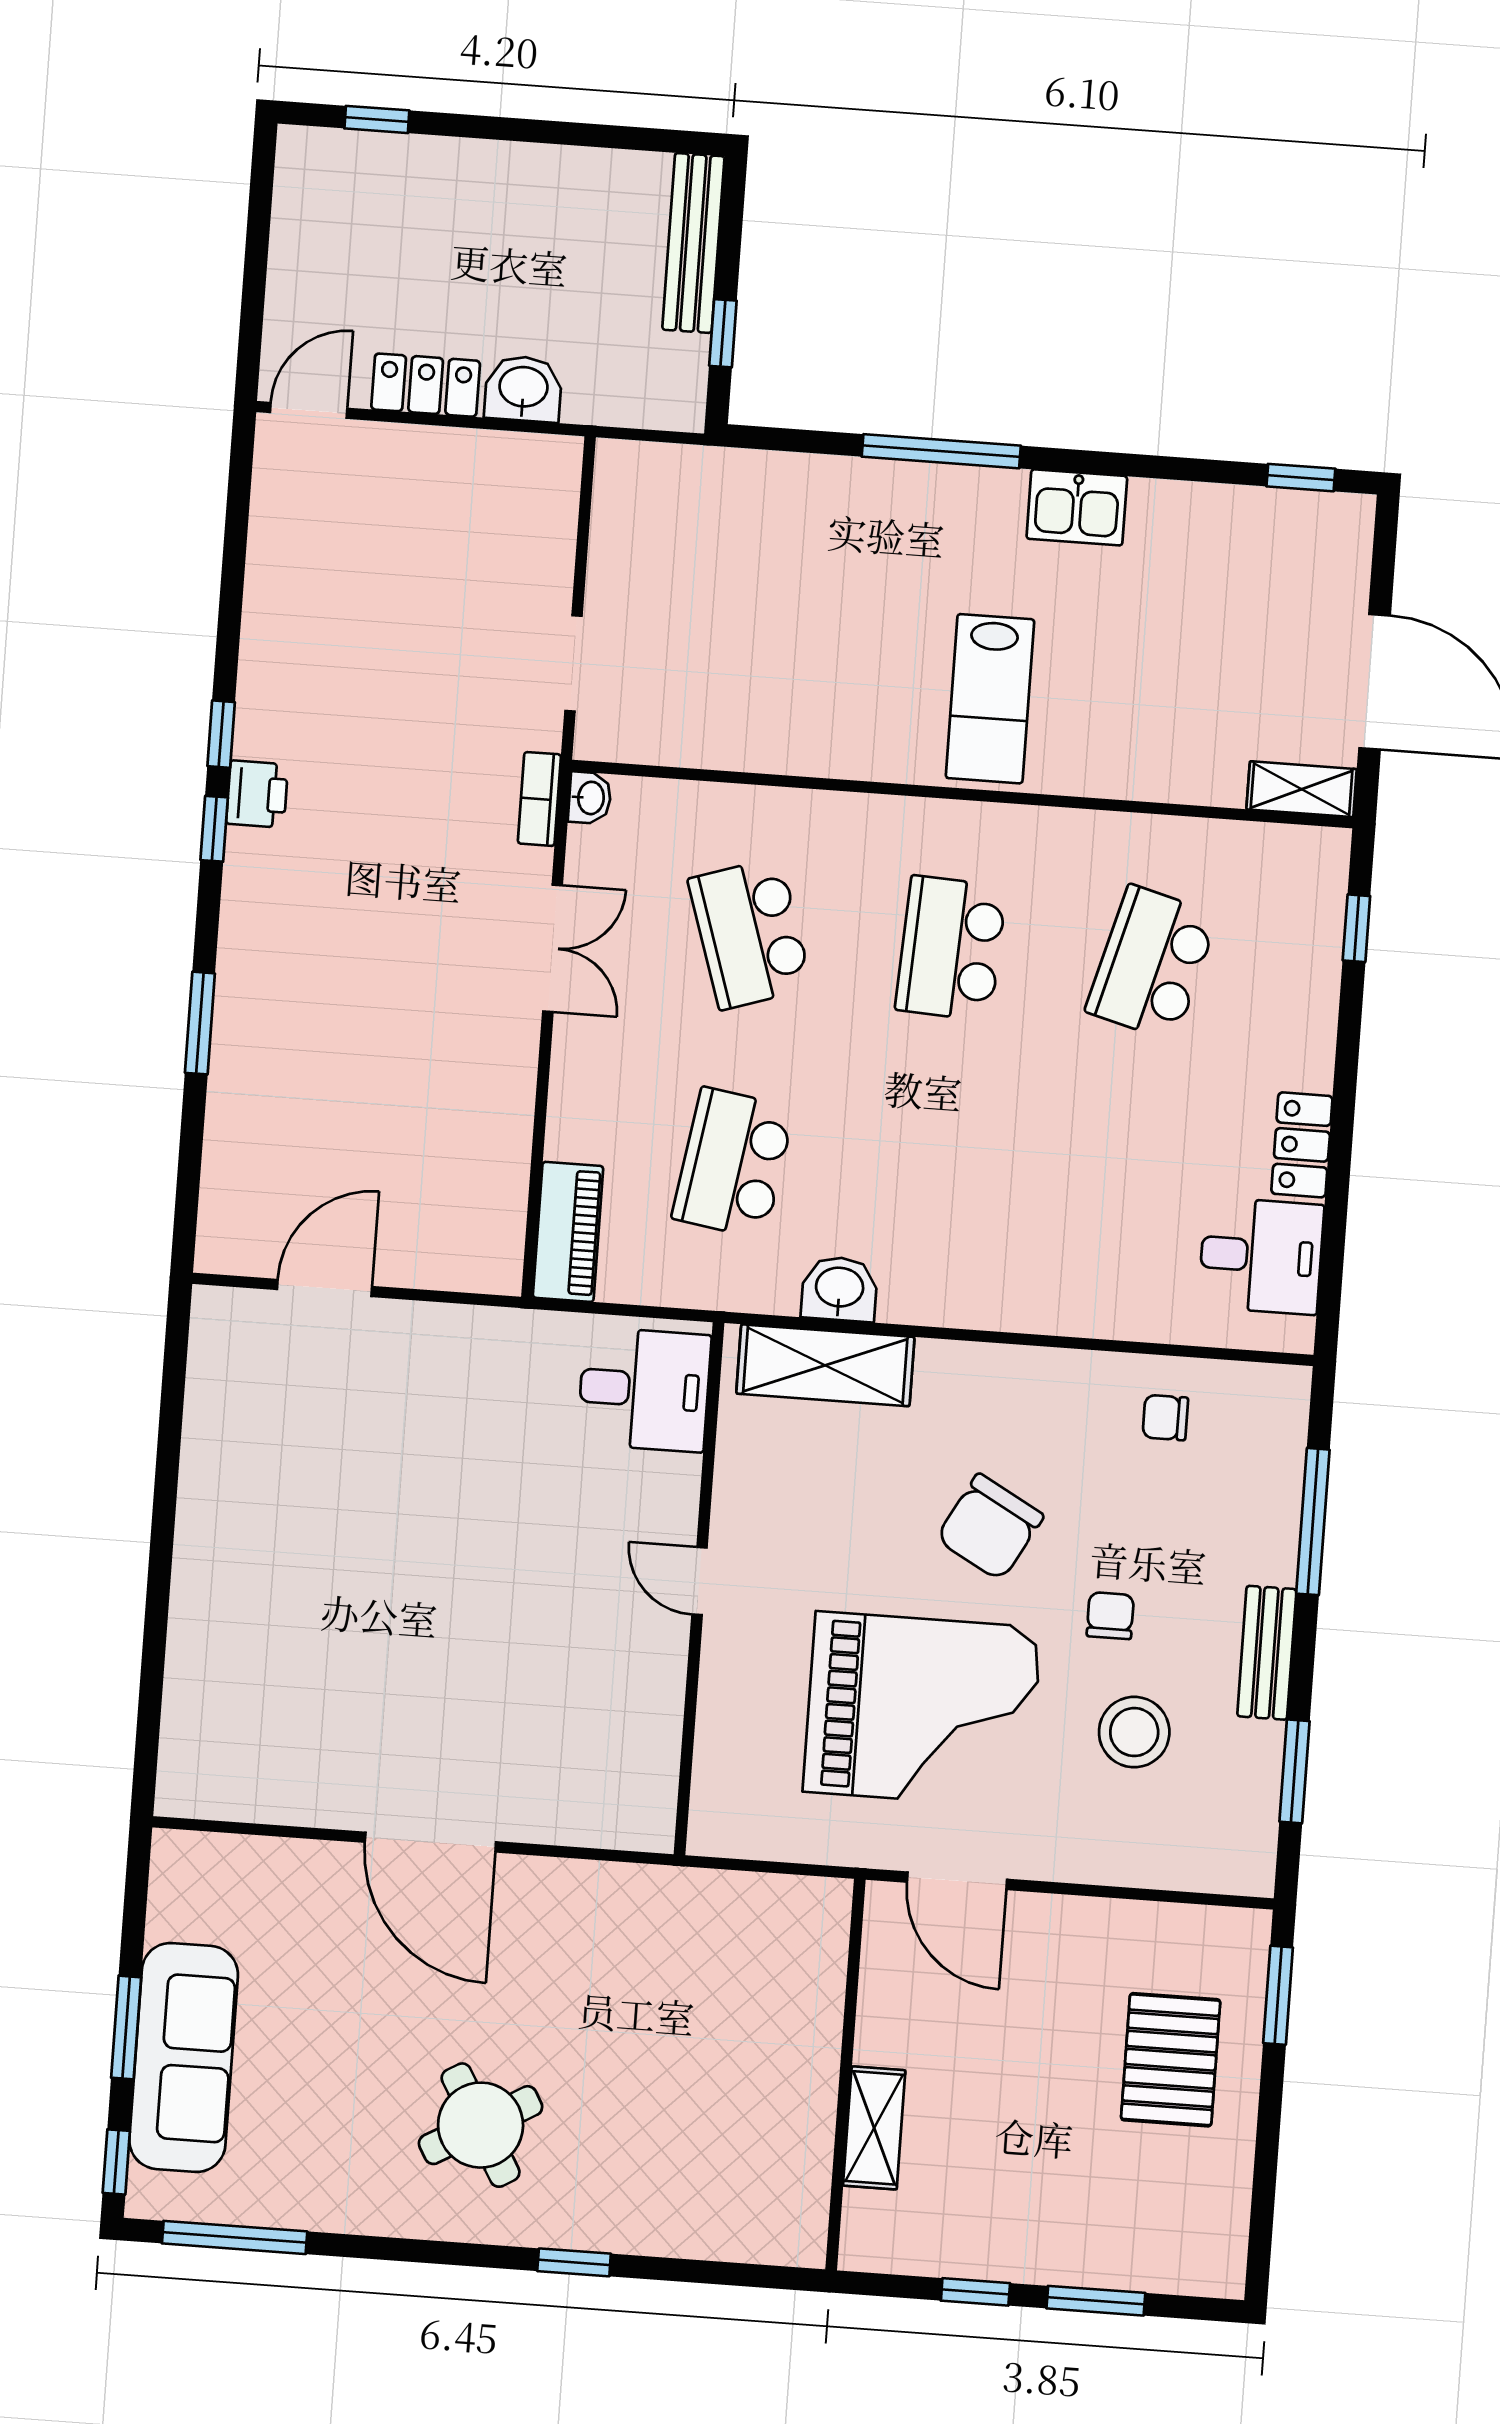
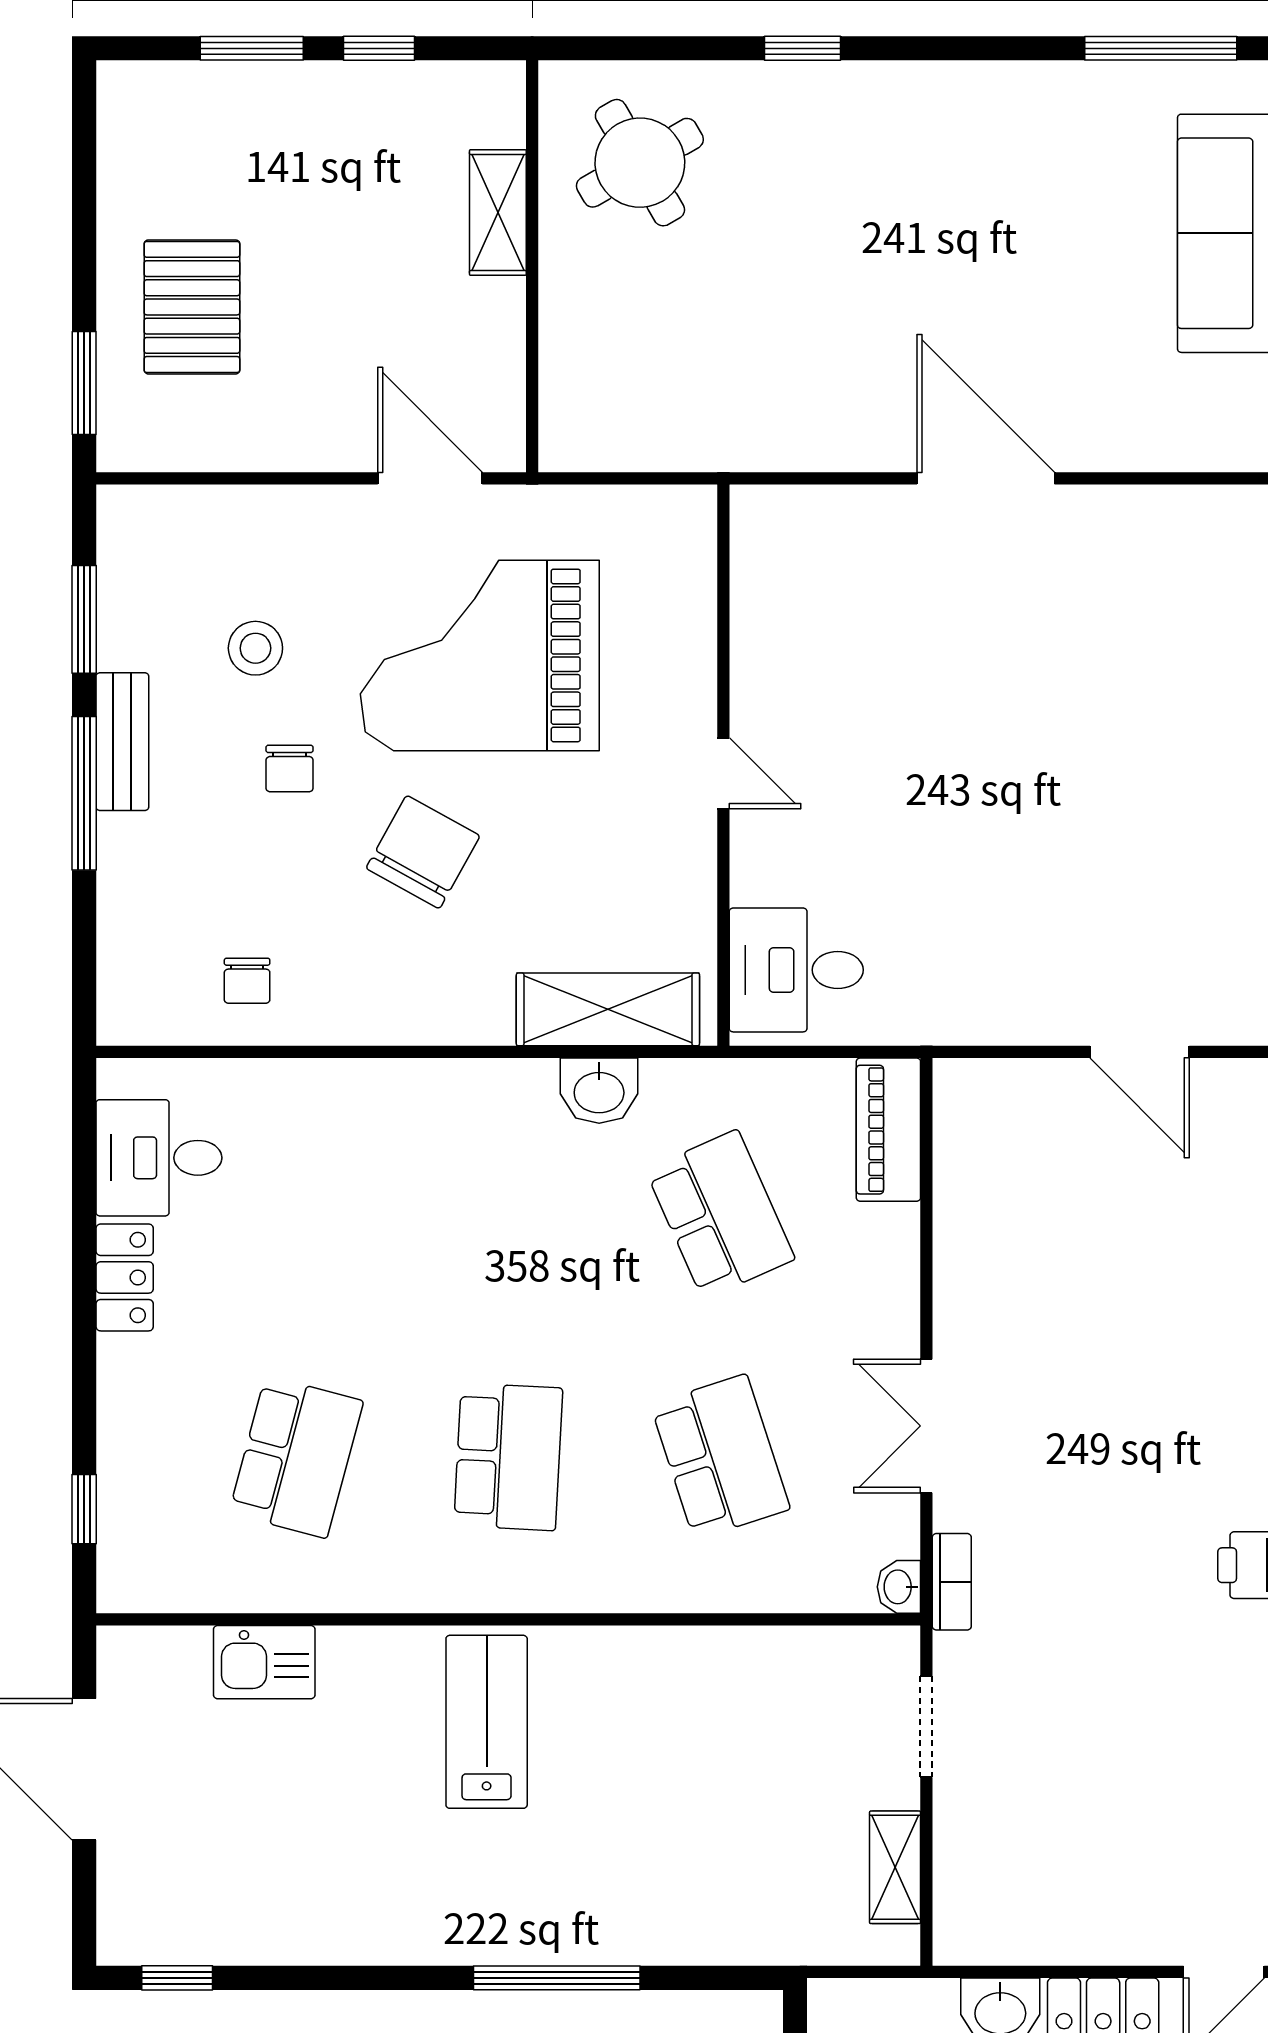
kitchen sink: (1077, 507) -> (264, 1662), moved, turned 180
shelving: (1302, 789) -> (895, 1867), moved, turned 90
school desk: (733, 1163) -> (720, 1215), turned -33
door: (325, 1288) -> (1140, 1052), hinge flipped
chair: (1165, 1418) -> (247, 981), turned 90
window: (1313, 1522) -> (84, 793), moved
stool: (1134, 1732) -> (255, 648), width x0.73, depth x0.73
round table: (481, 2125) -> (640, 163), moved

